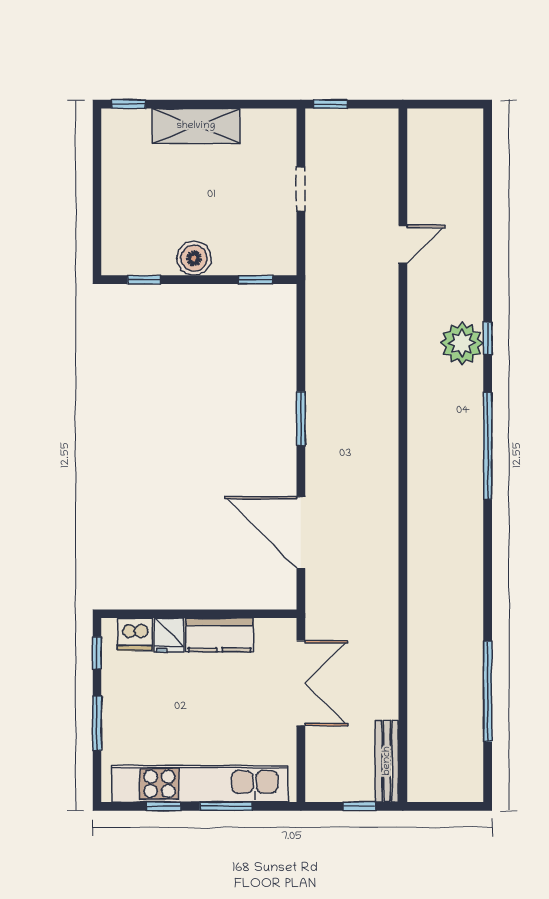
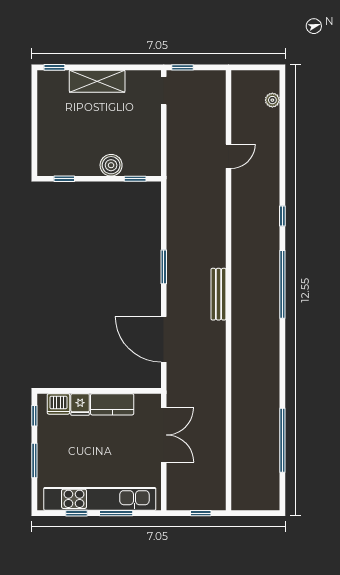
doorway: (301, 189) -> (164, 91), moved
boiler: (194, 258) -> (111, 165), moved
plant: (462, 343) -> (272, 100), moved, width x0.53, depth x0.53
bench: (387, 761) -> (218, 294), moved

